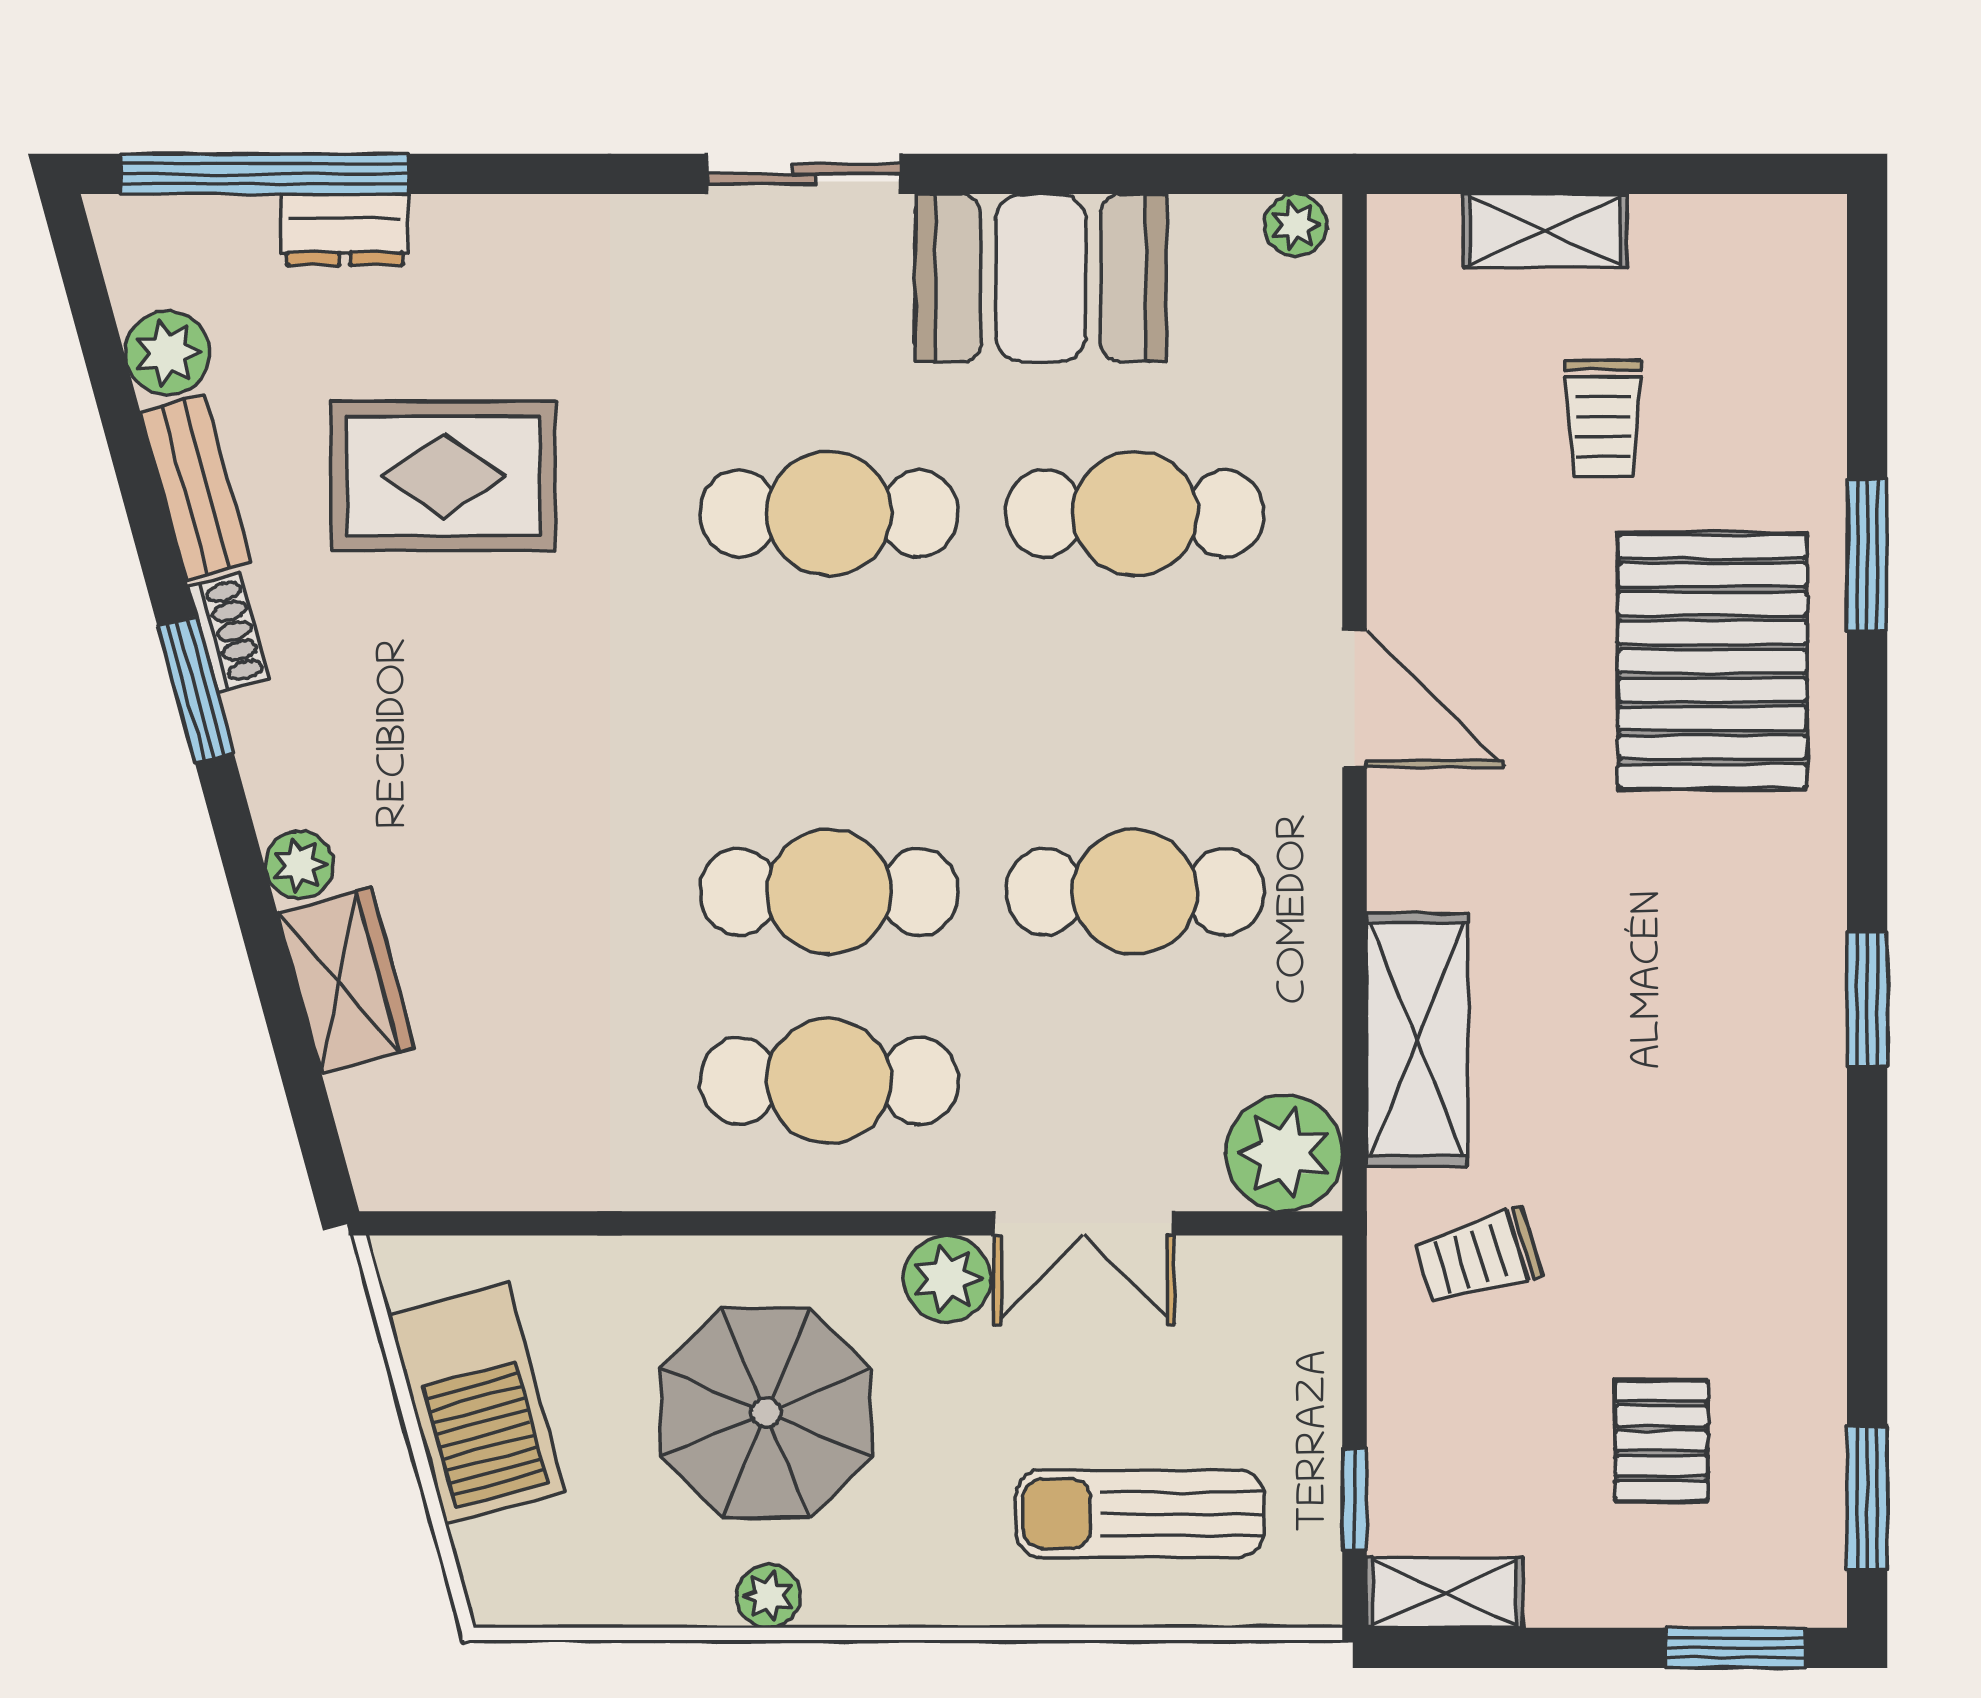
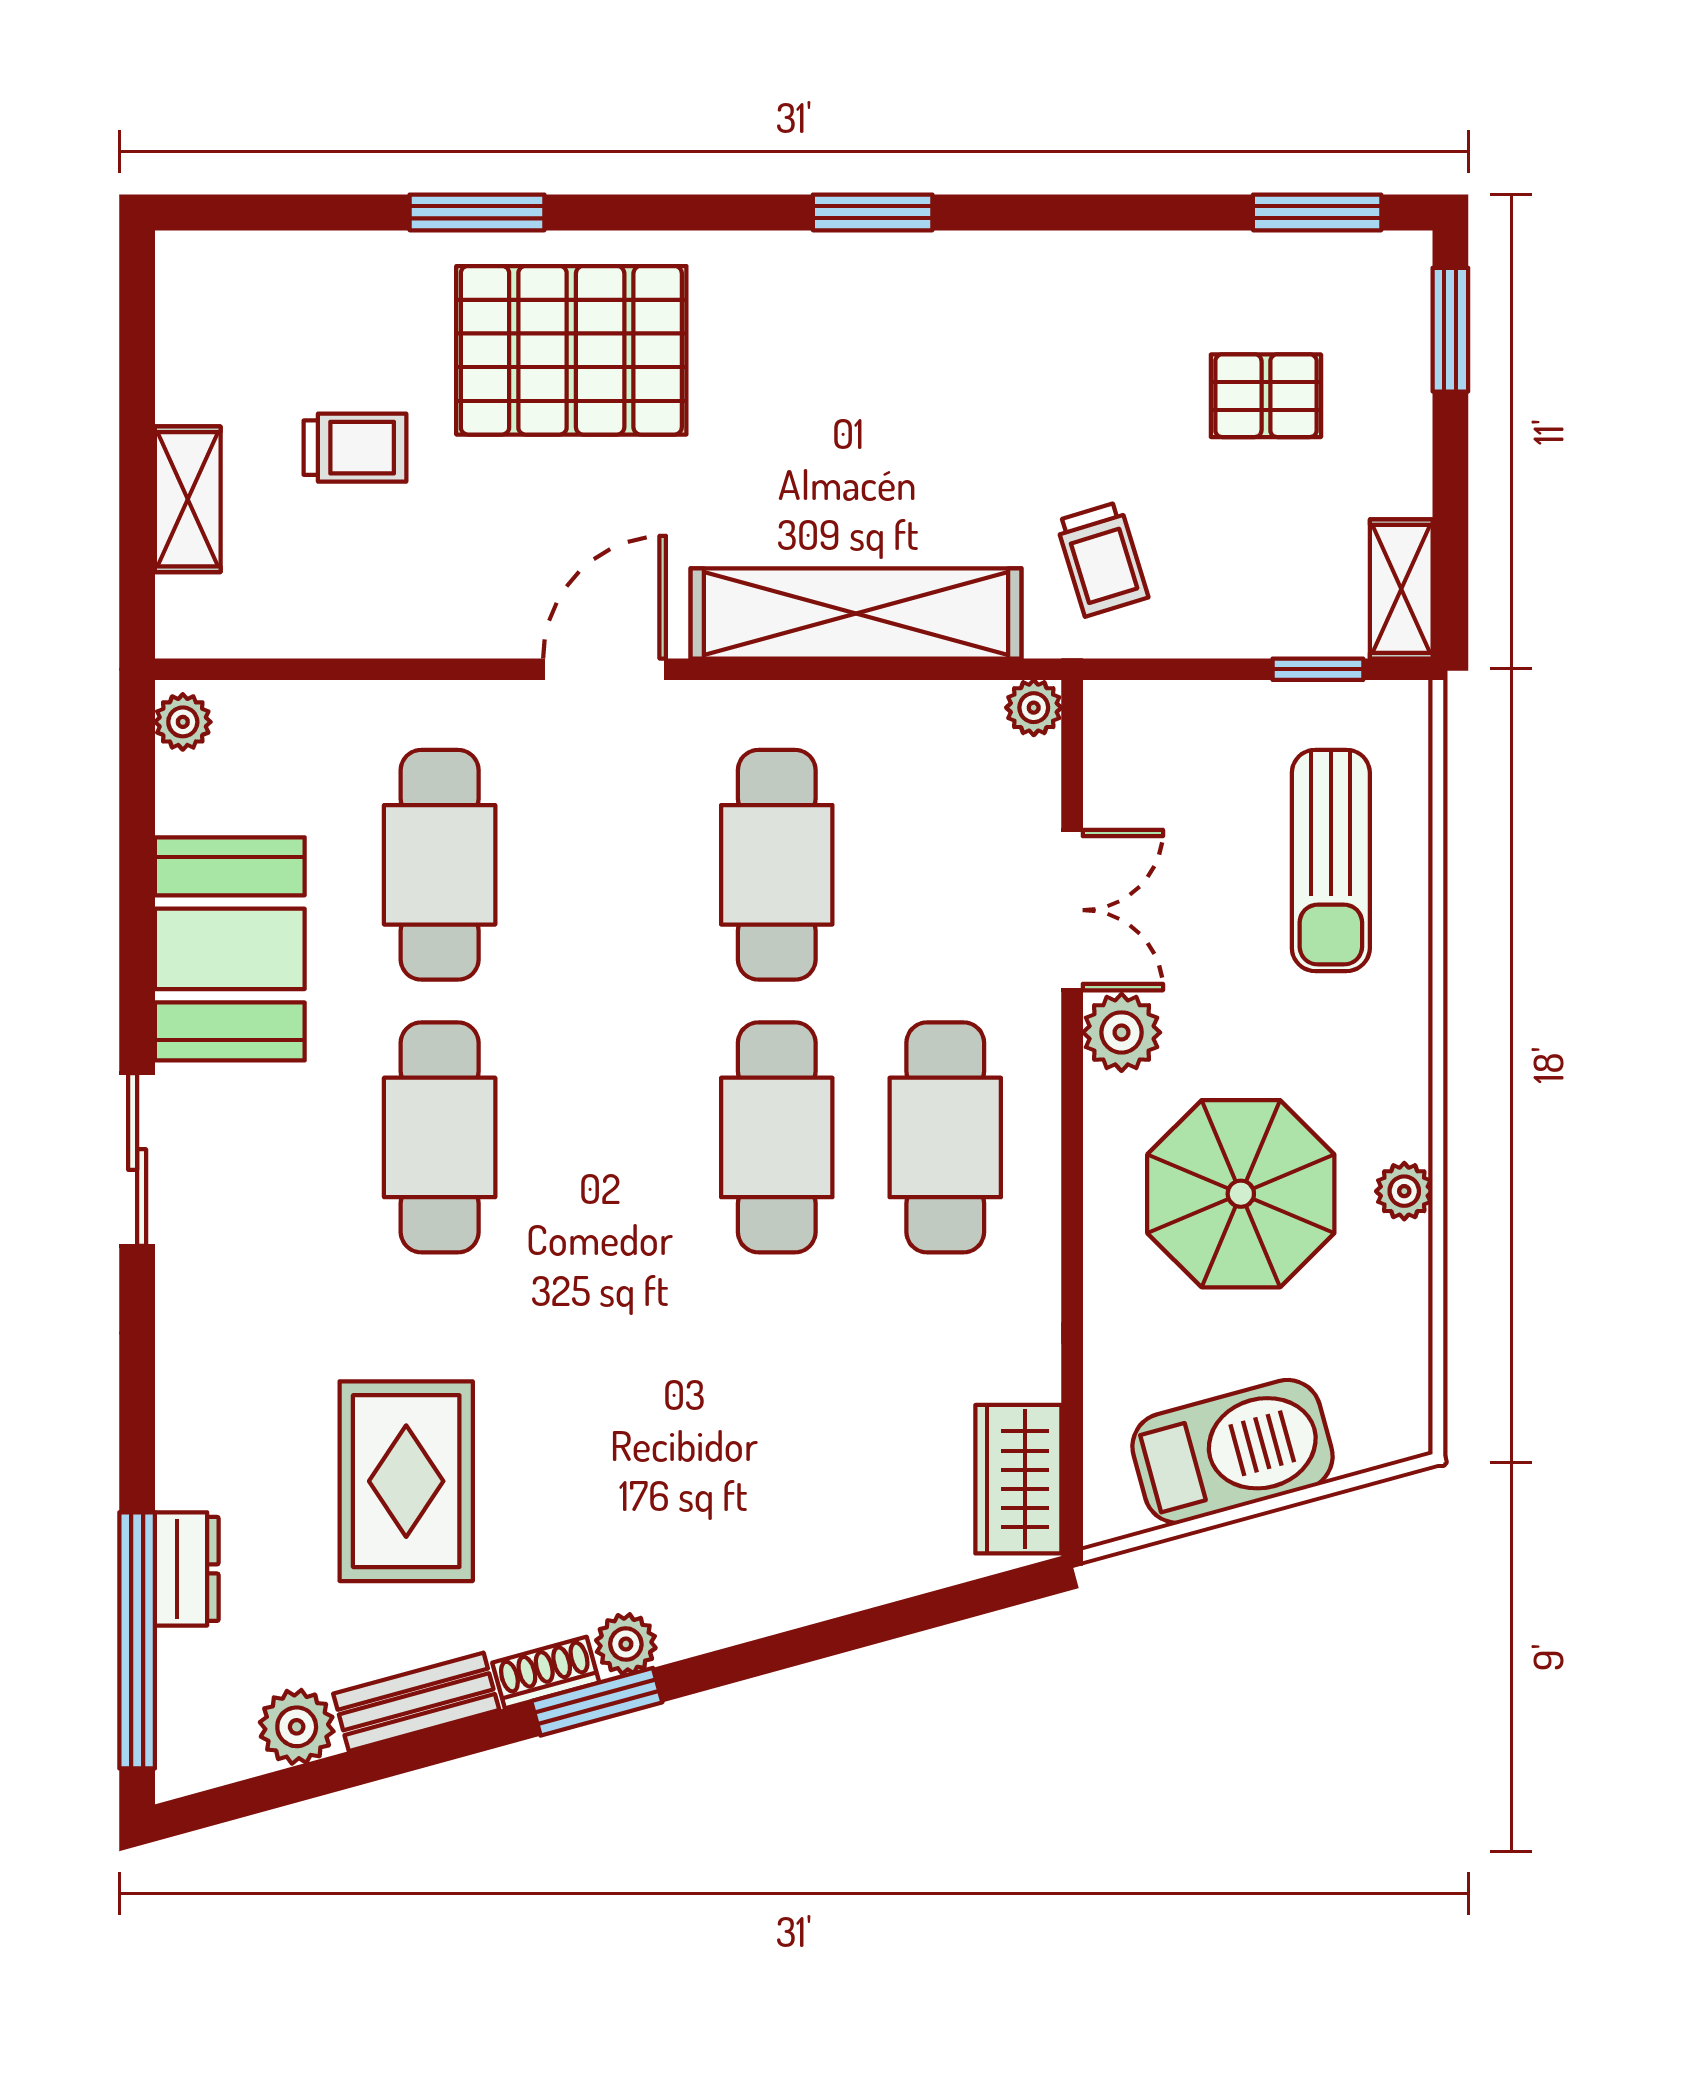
plant: (299, 865) -> (626, 1644), moved
wardrobe: (346, 980) -> (1018, 1479), moved, turned -75
shelving: (1417, 1040) -> (856, 613), width x1.47
plant: (1284, 1153) -> (1034, 708), width x0.53, depth x0.53

